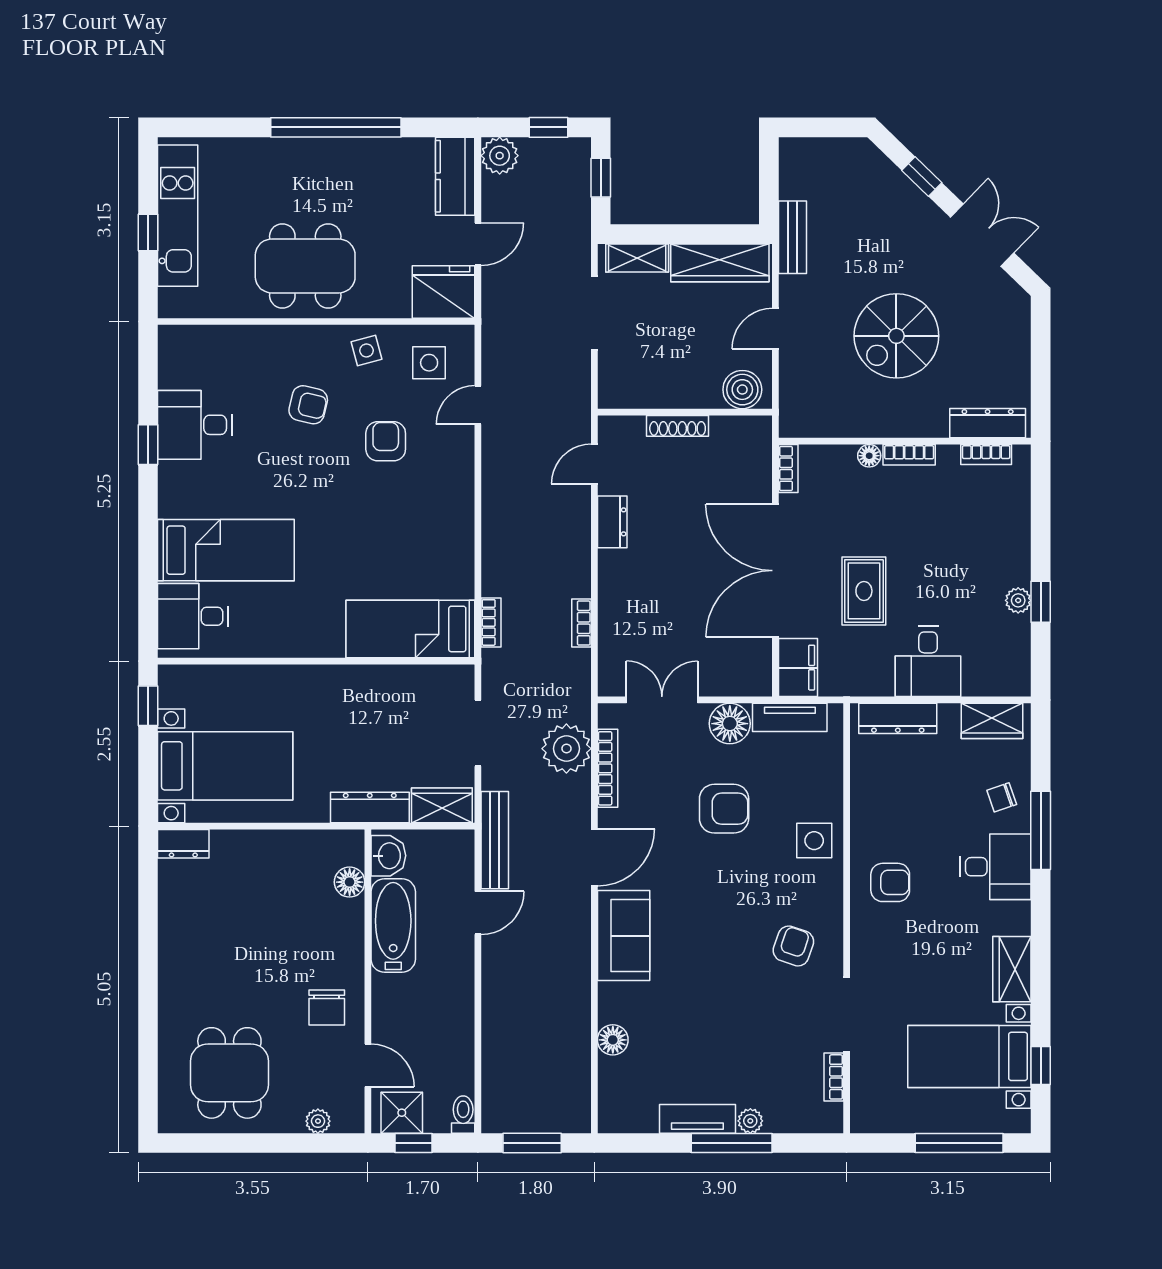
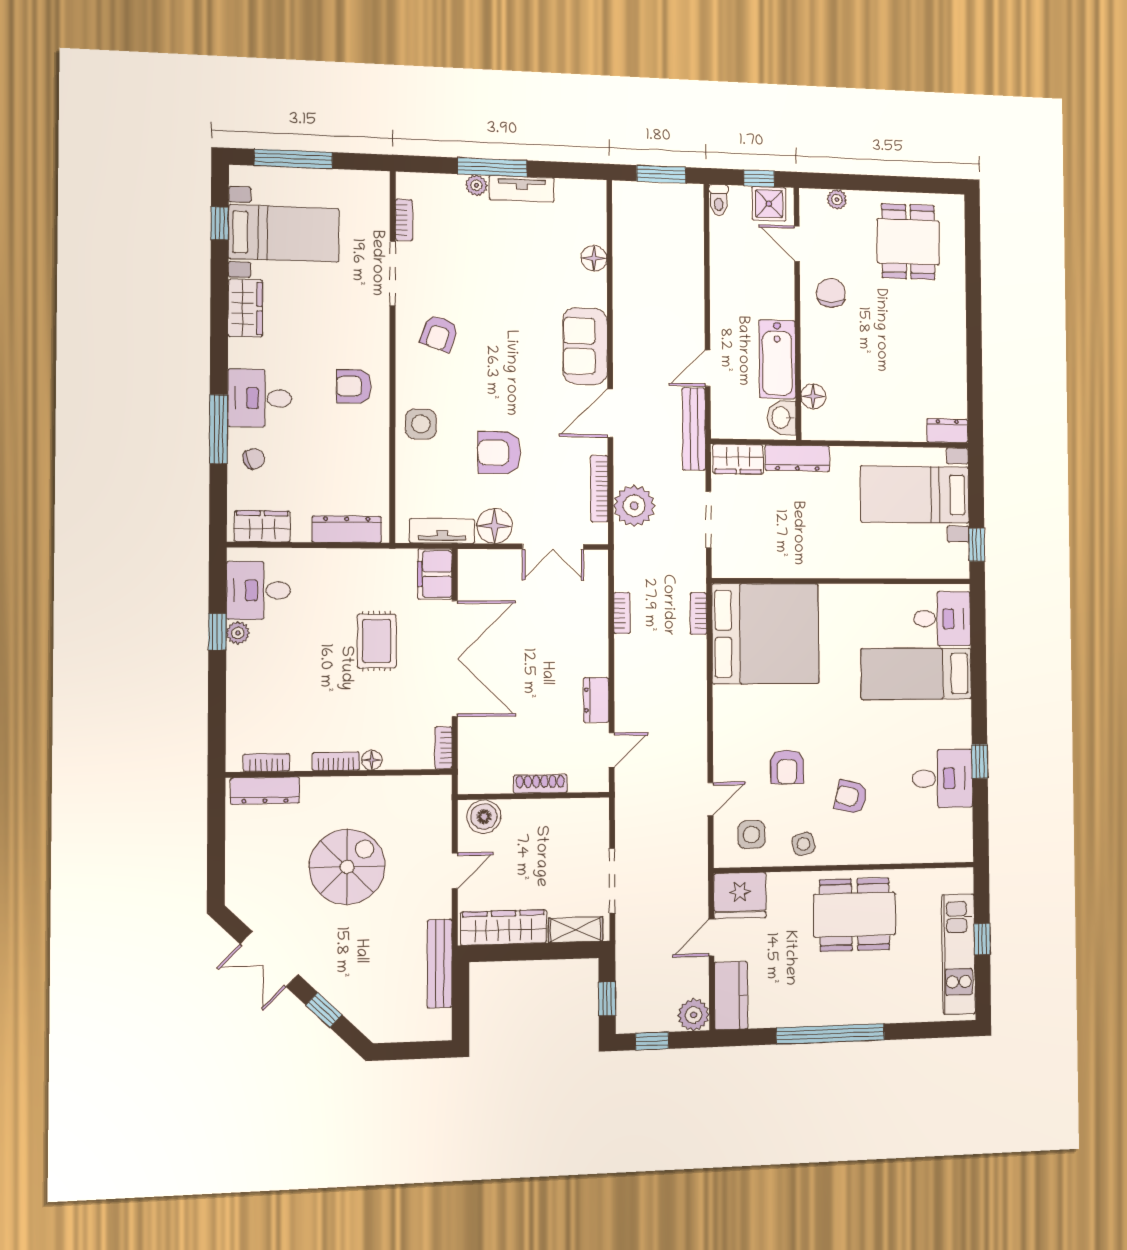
bench: (793, 237) -> (440, 964), width x1.36
bed: (410, 629) -> (765, 634), width x2.04
desk: (928, 661) -> (259, 590), moved, turned -90

